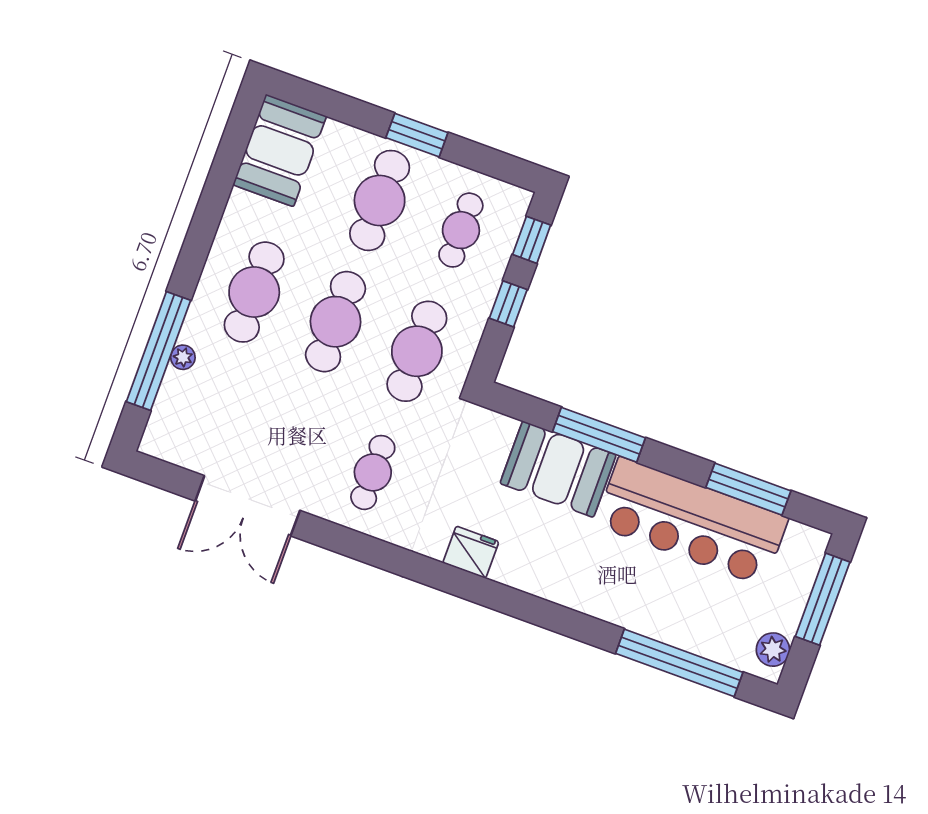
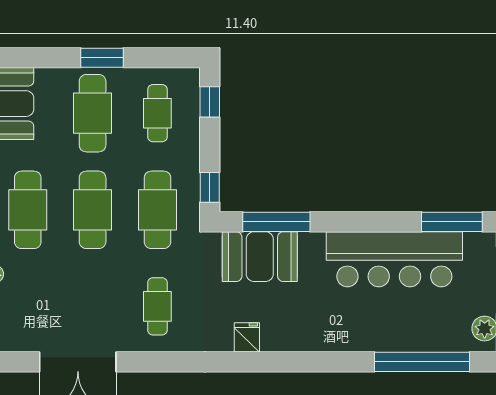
window: (508, 304) -> (210, 187), moved
window: (599, 435) -> (276, 222), moved
booth: (558, 469) -> (260, 257), moved
window: (748, 489) -> (452, 222), moved
fridge: (471, 552) -> (247, 337), width x0.72

